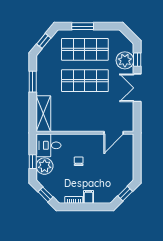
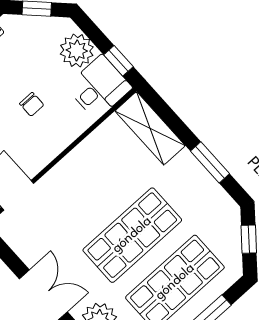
window: (33, 162) -> (118, 61), moved

